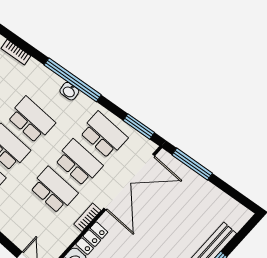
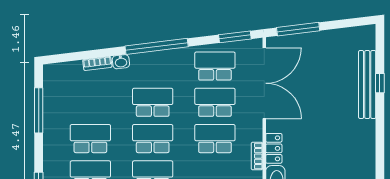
washbasin: (69, 91) -> (121, 62), moved
bookcase: (87, 217) -> (257, 156), moved

